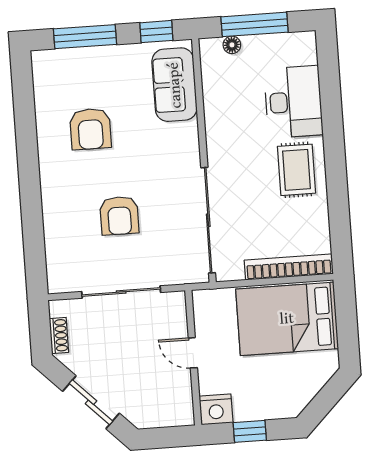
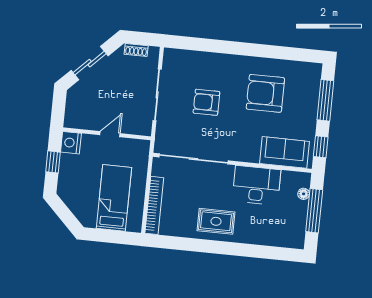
desk: (294, 102) -> (257, 185), moved, turned 180
armchair: (90, 129) -> (265, 93), width x1.36, depth x1.36
bed: (287, 319) -> (114, 198), width x0.67

